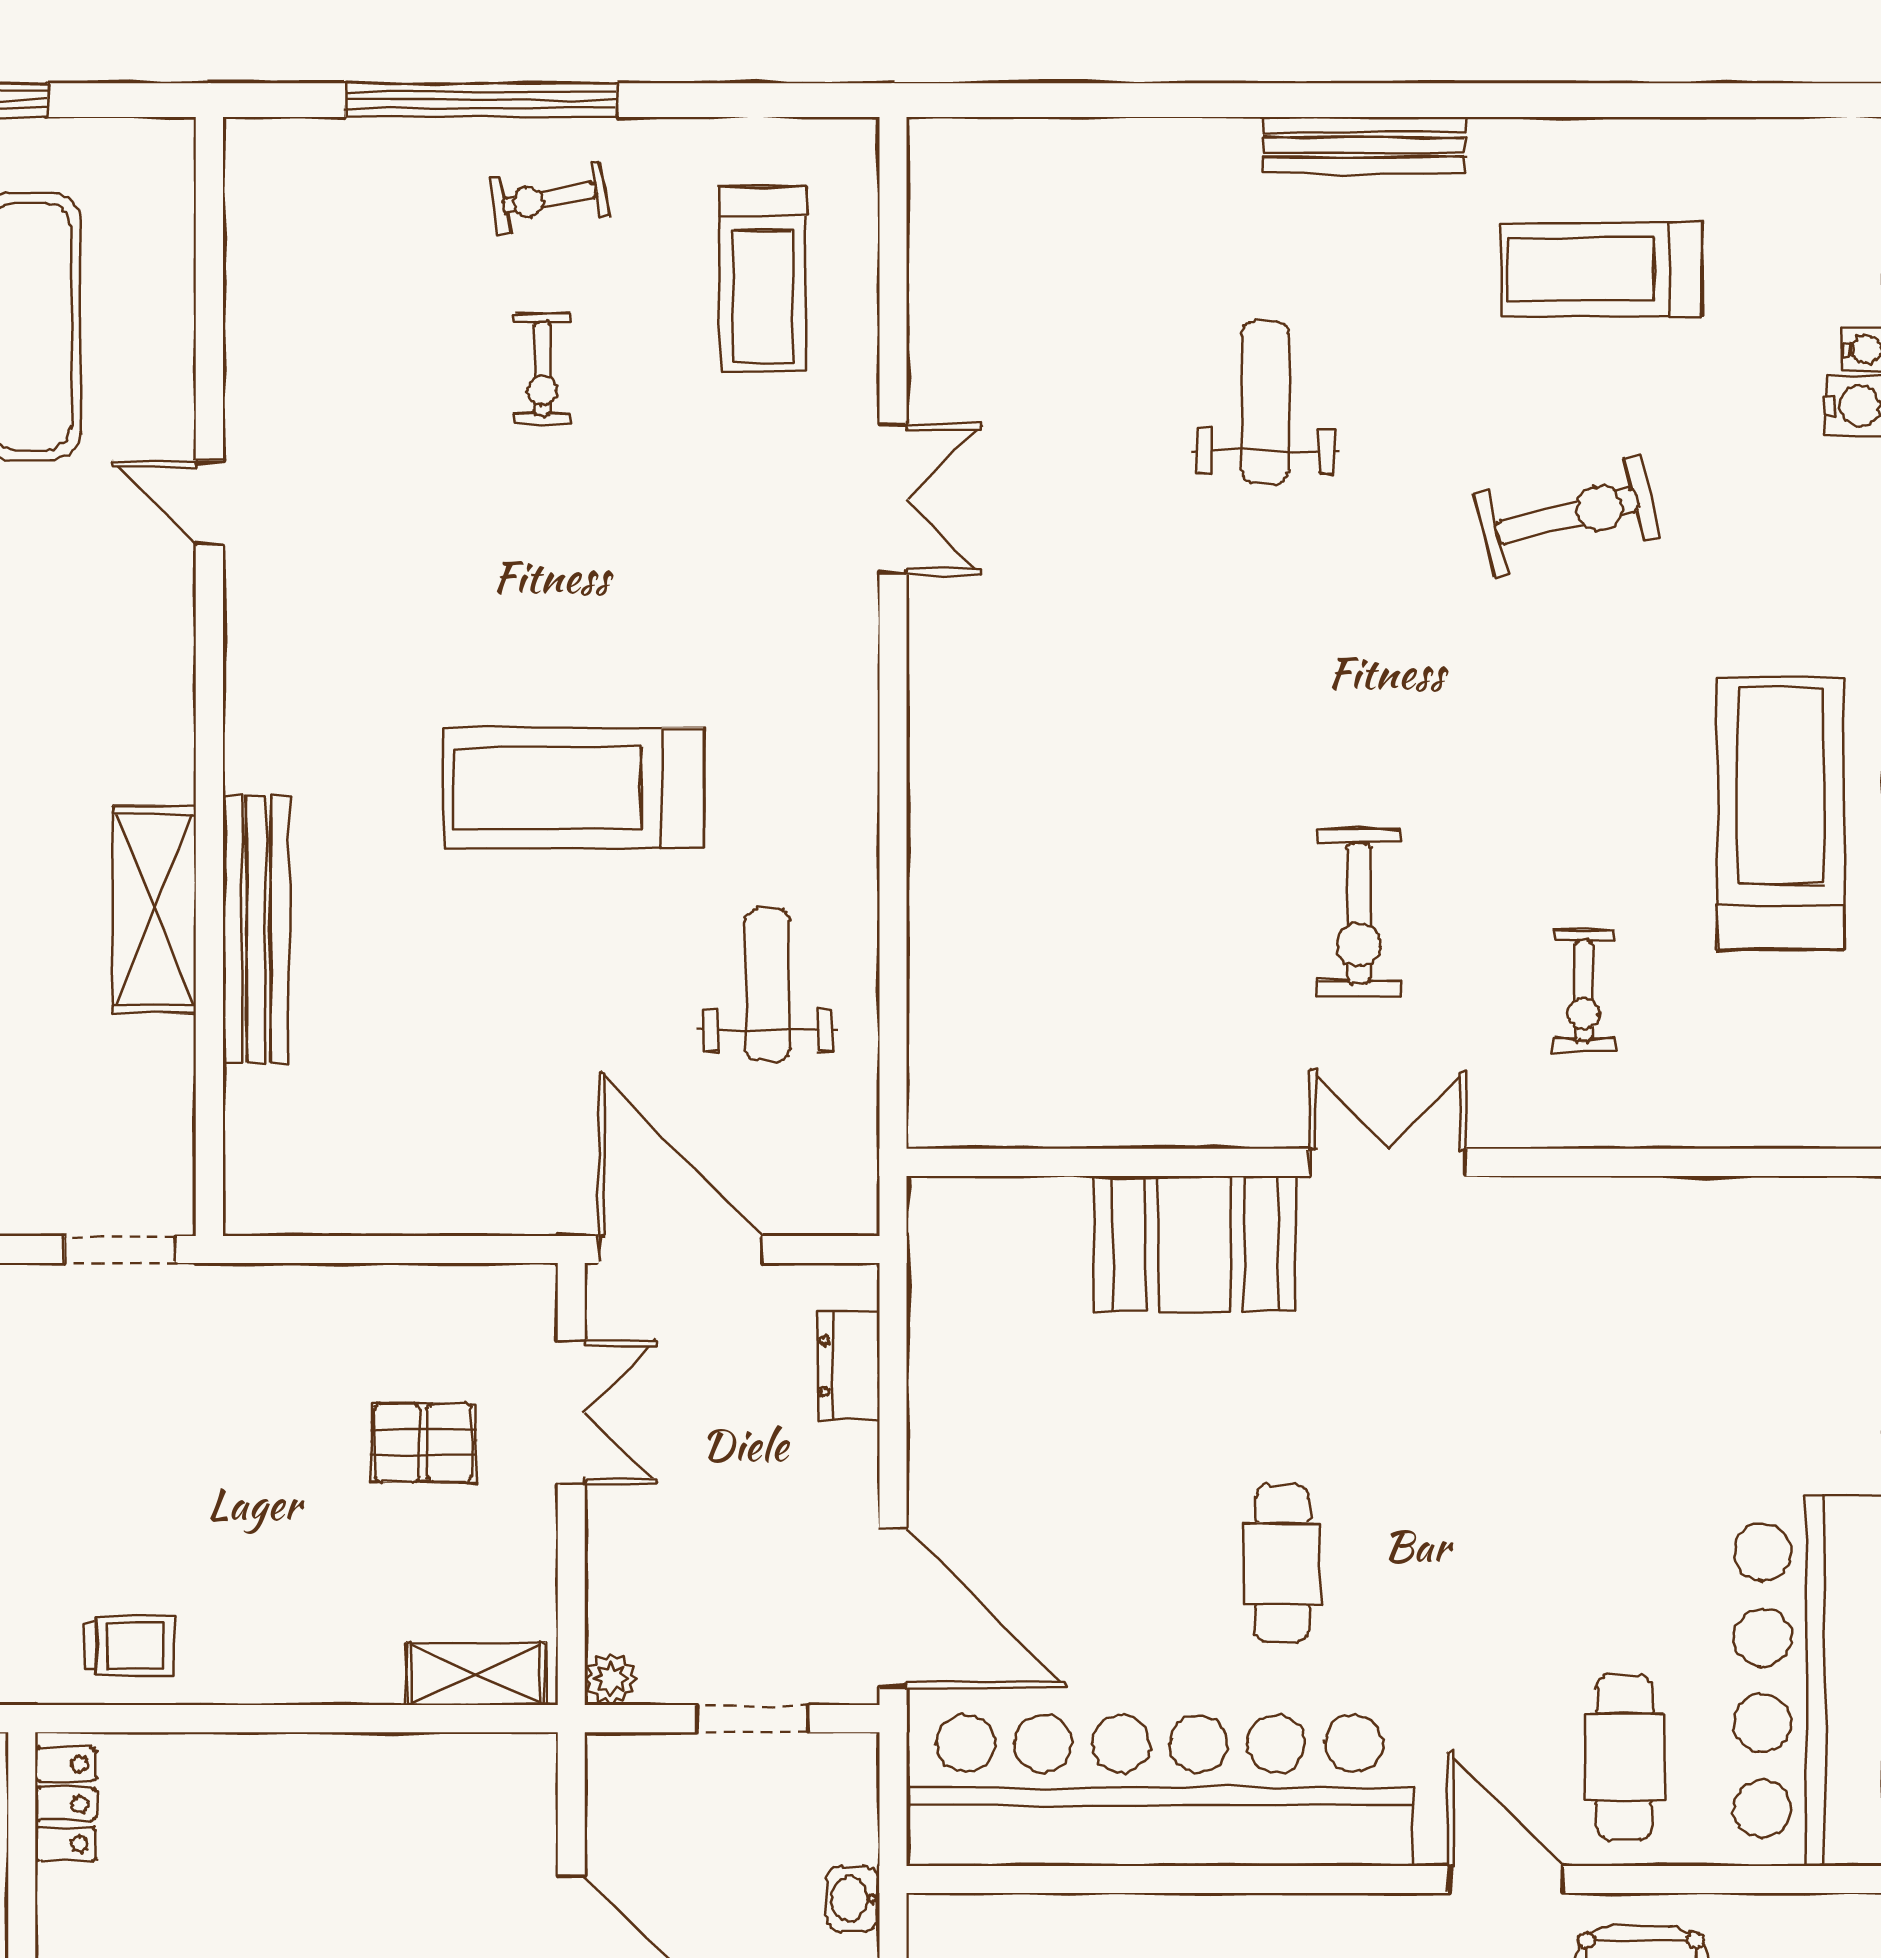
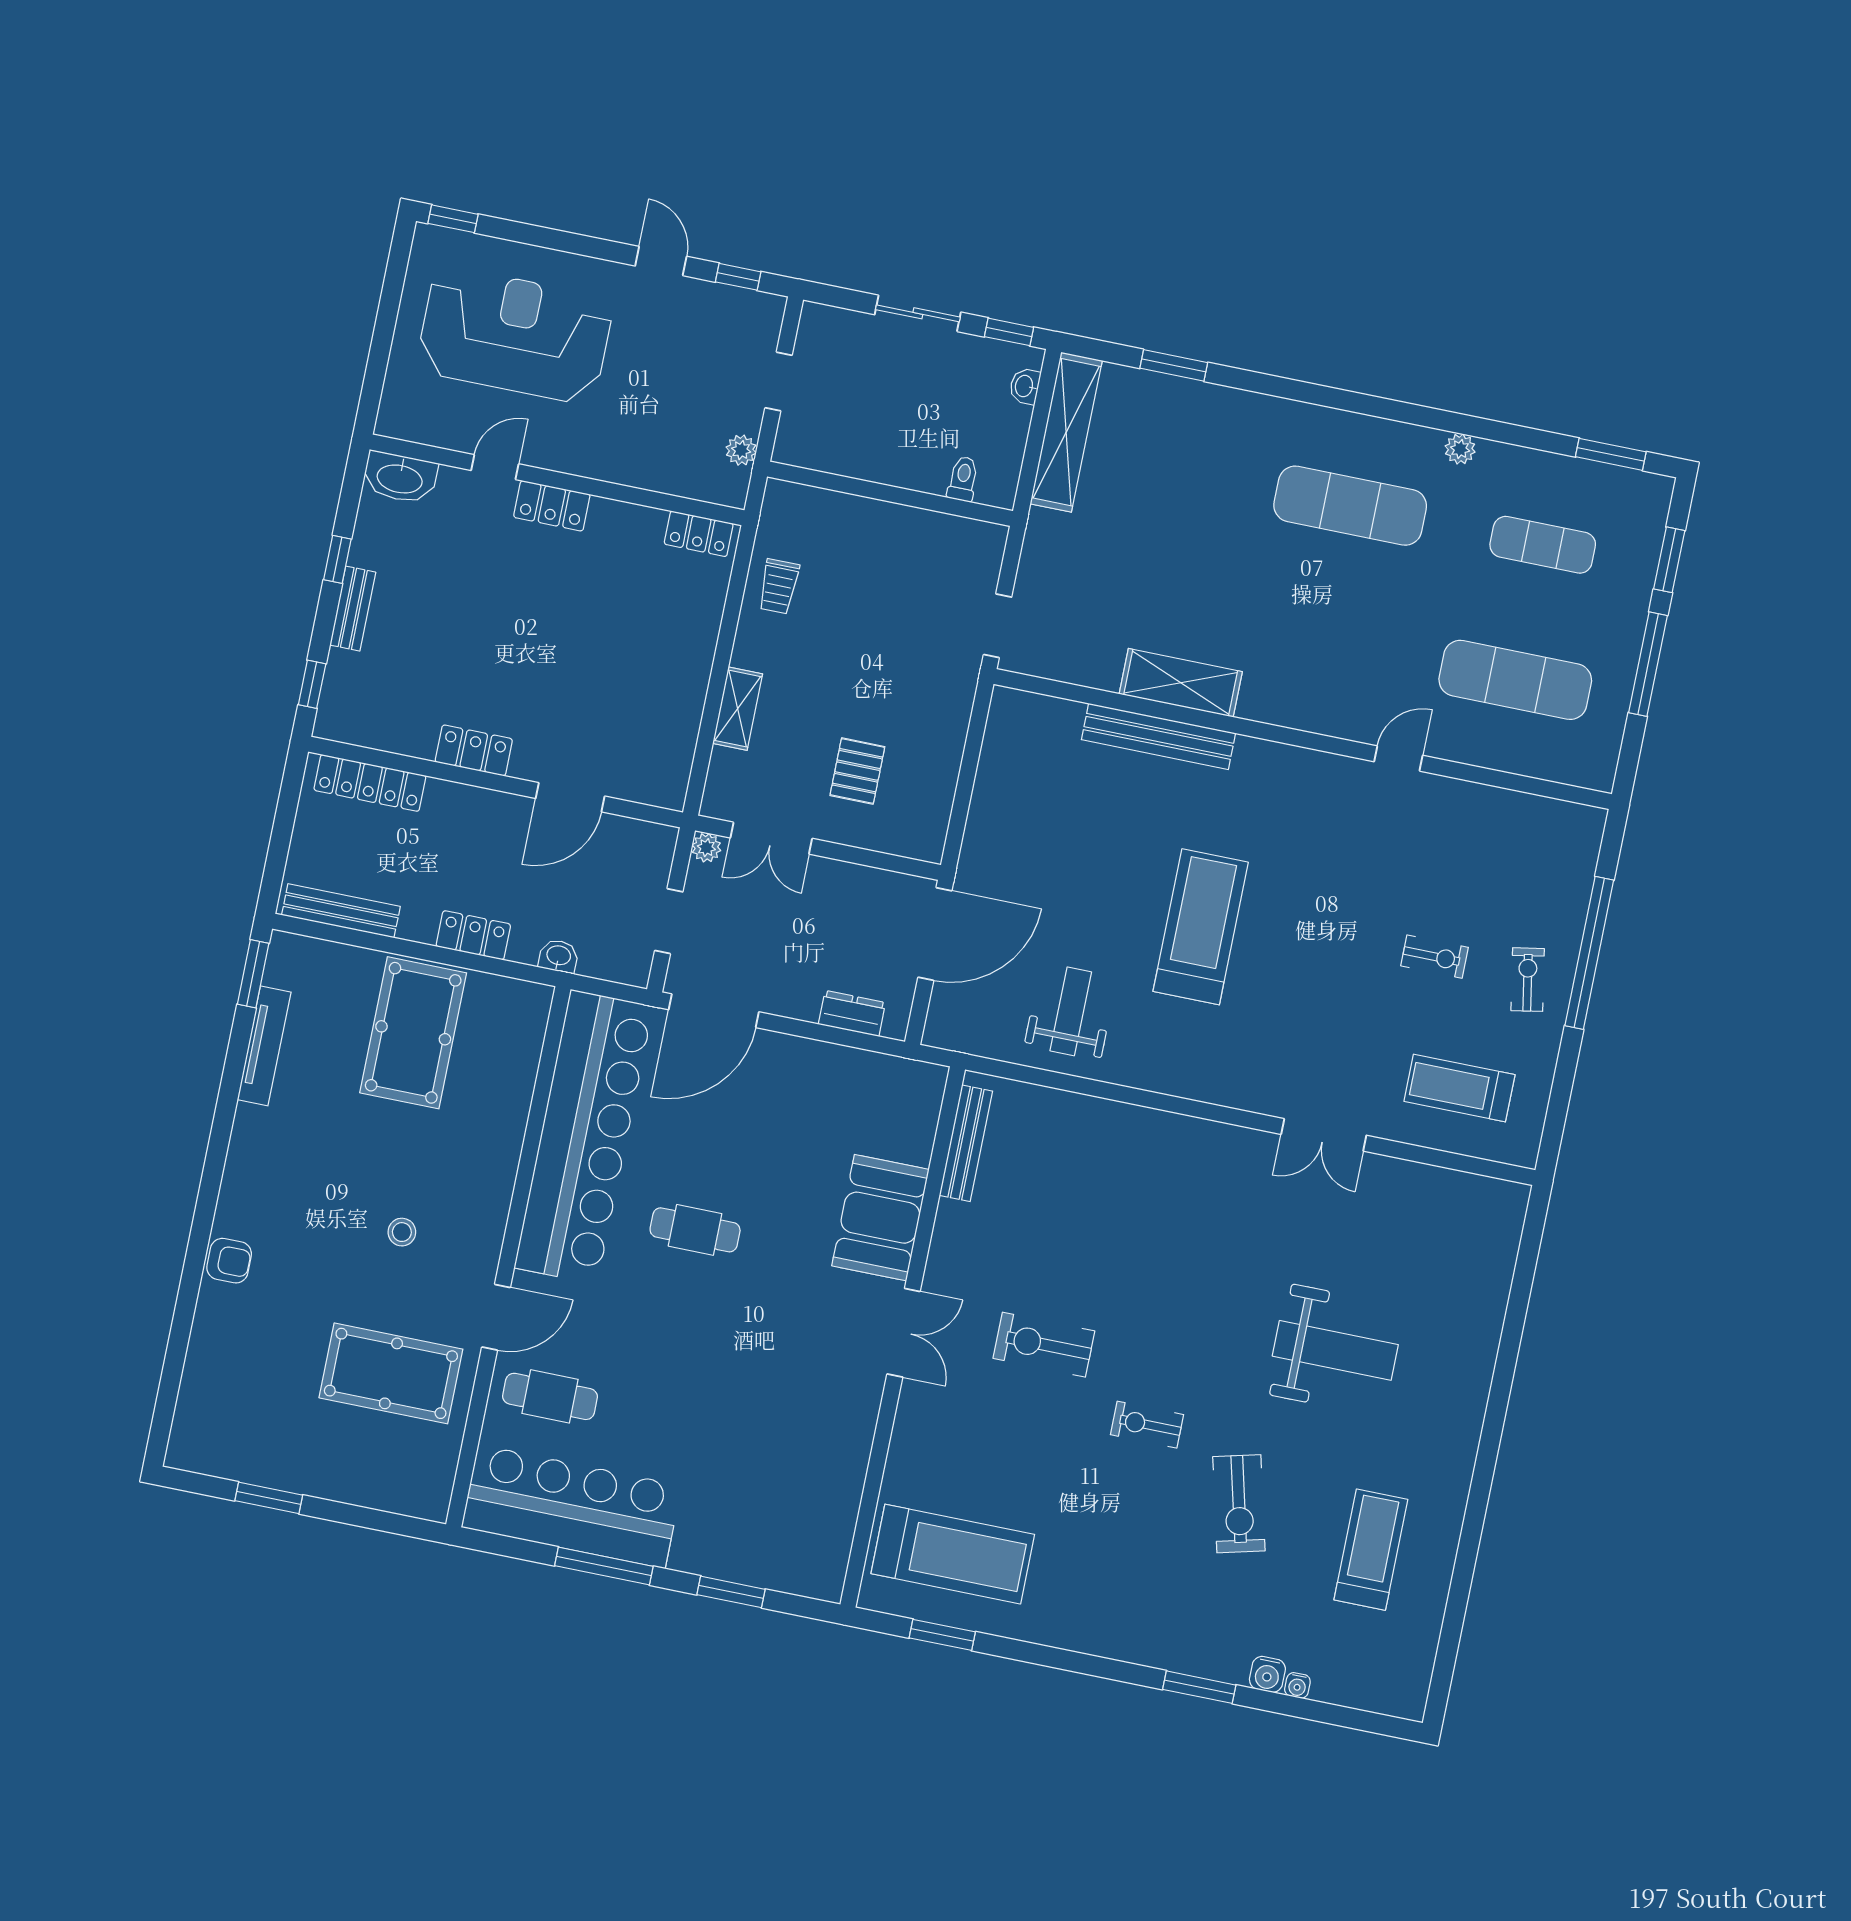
bench: (1364, 145) -> (966, 1143), moved
exercise bike: (542, 369) -> (1435, 957), turned 180
weight bench: (1265, 402) -> (1335, 1350), width x1.36, depth x1.33
treadmill: (1781, 813) -> (953, 1554), moved
weight bench: (767, 985) -> (1071, 1011), turned -90
exercise bike: (1584, 991) -> (1147, 1425), moved
double door: (571, 1412) -> (771, 838), moved
shelving: (476, 1674) -> (738, 709), moved

